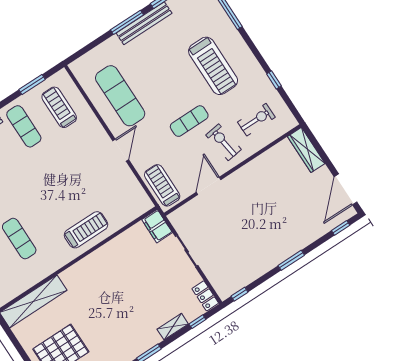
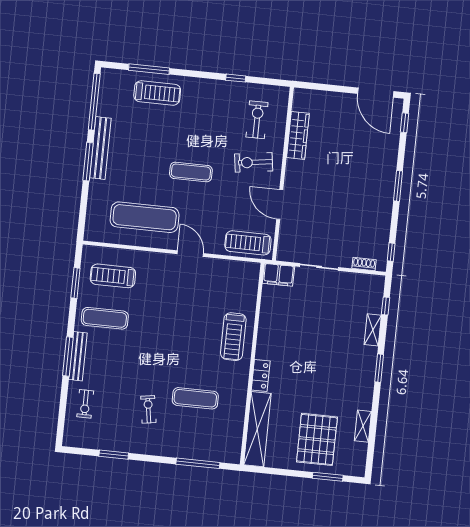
treadmill: (213, 66) -> (157, 93), moved, width x0.73, depth x0.73
exercise mat: (189, 121) -> (191, 172), moved, turned 90
wardrobe: (306, 150) -> (298, 135), moved, turned -90
treadmill: (86, 230) -> (233, 337), turned 180
shoe rack: (215, 281) -> (364, 264), added
locker: (205, 296) -> (261, 375), moved, turned -90

